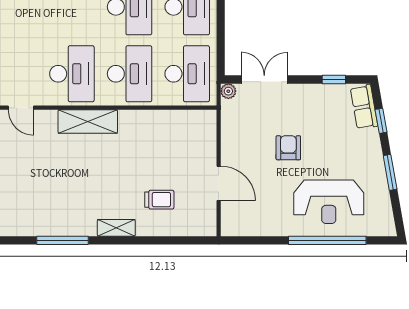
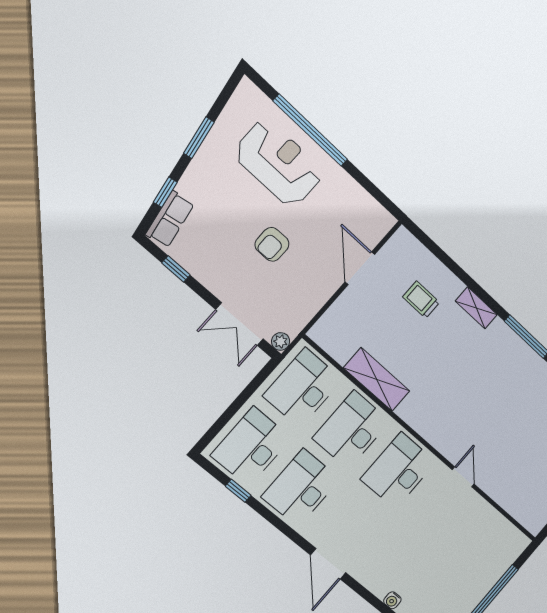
shelving: (88, 122) -> (377, 379), moved

